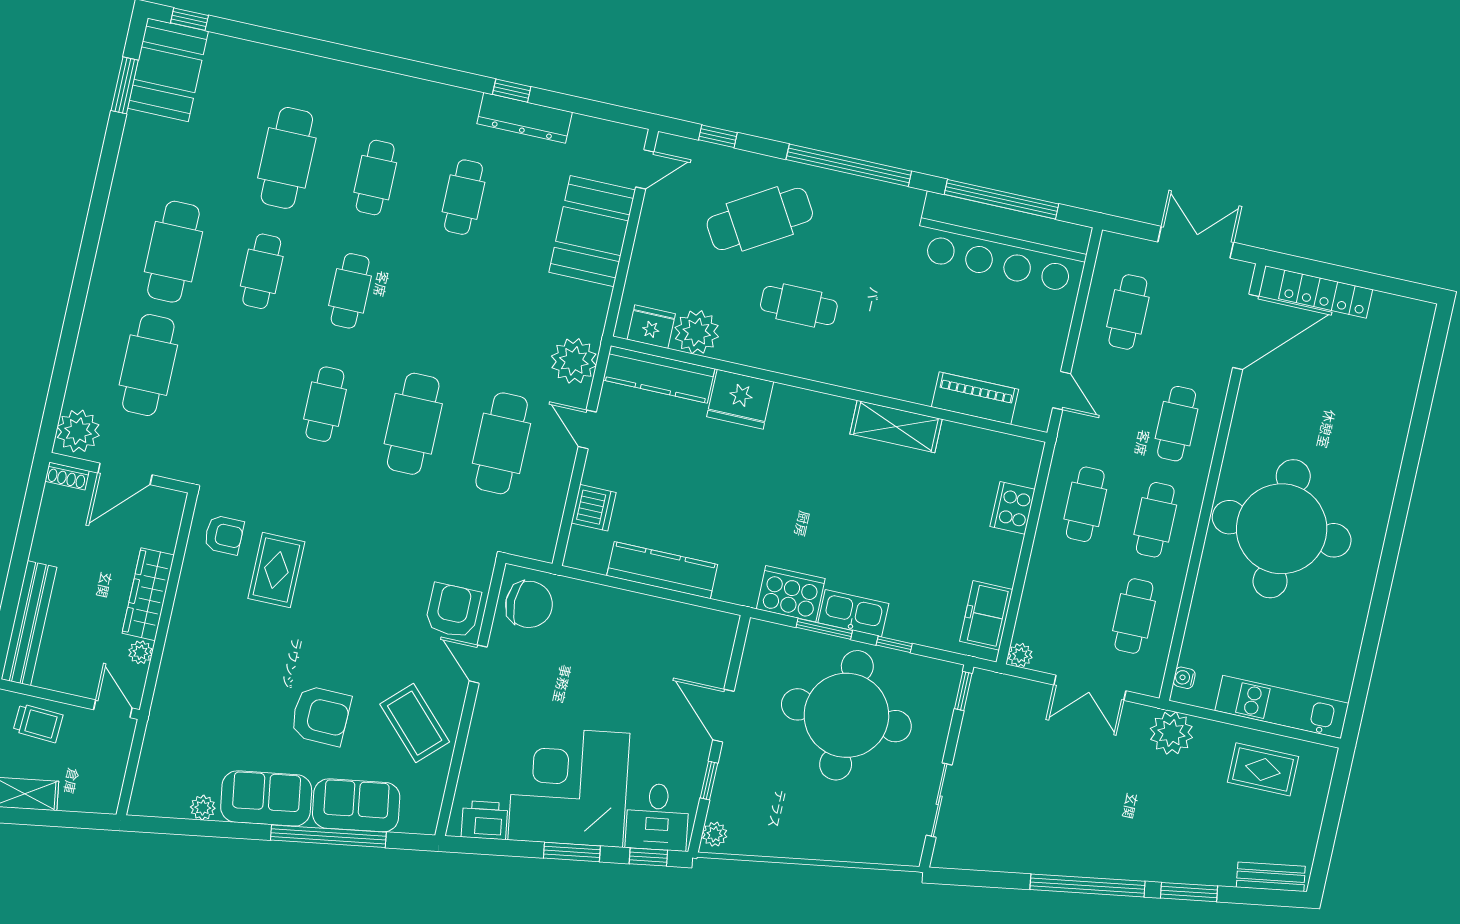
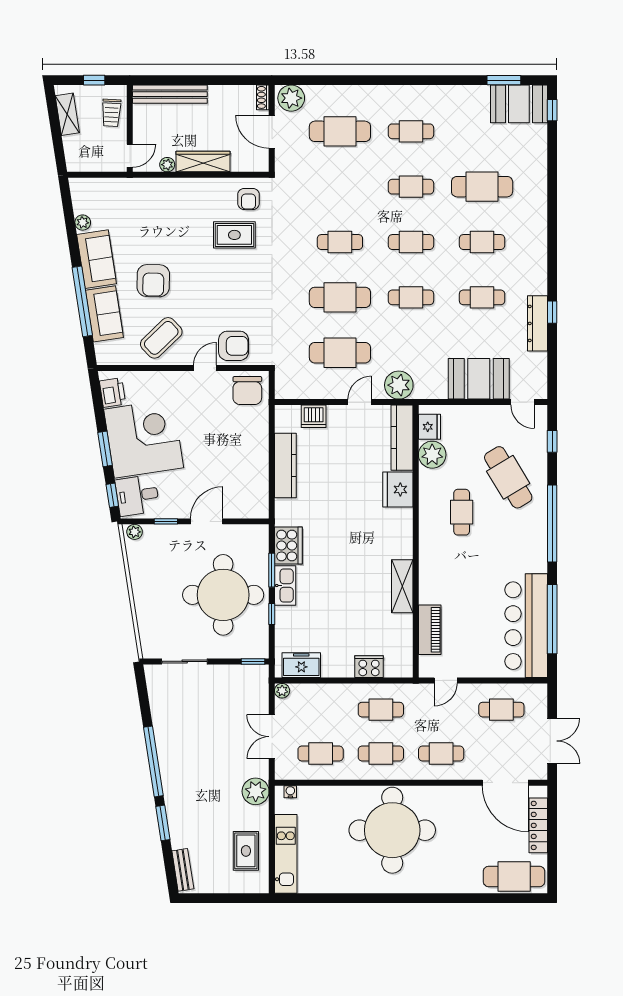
cafe table: (173, 252) -> (411, 131), width x0.73, depth x0.74
cafe table: (438, 310) -> (411, 297), added
cafe table: (1399, 351) -> (514, 876), added

